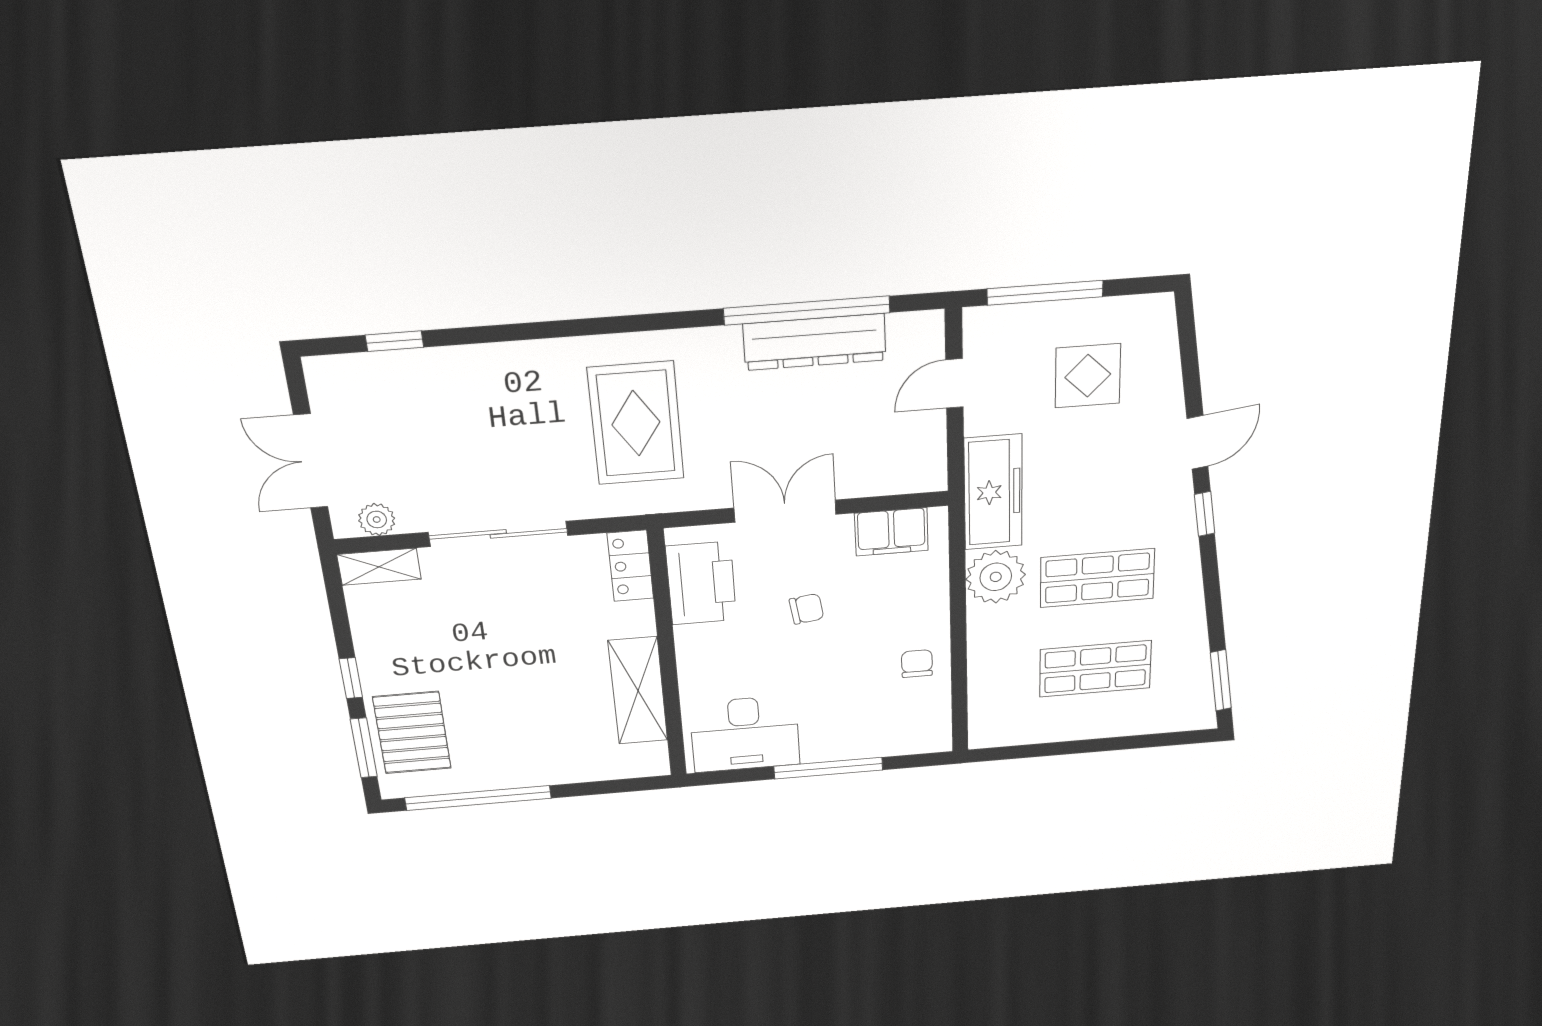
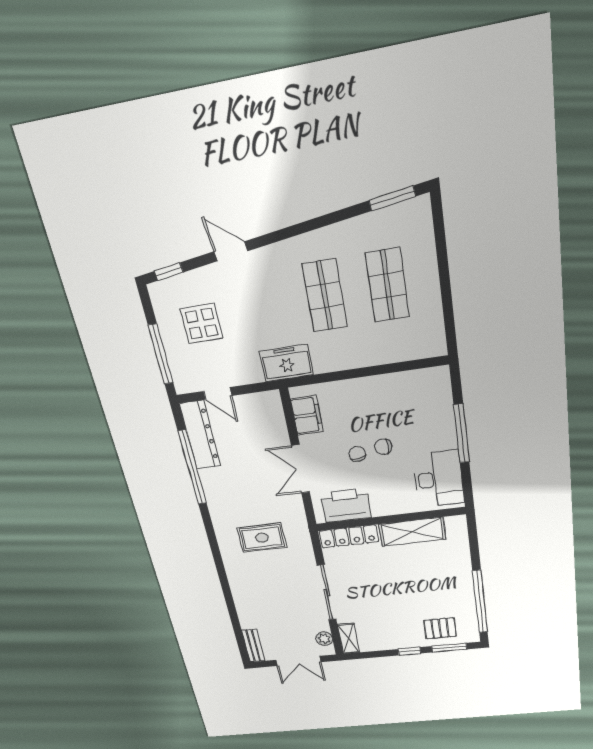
window: (394, 341) -> (238, 630), removed
dresser: (815, 342) -> (200, 435), moved
bench: (350, 370) -> (253, 646), added
rug: (636, 423) -> (262, 538), width x0.73, depth x0.70
freezer: (993, 492) -> (286, 363), width x0.71
window: (1205, 514) -> (169, 272), moved
locker: (630, 566) -> (349, 536), width x1.53
plant: (996, 577) -> (329, 356), removed
chair: (917, 664) -> (383, 447), moved
pallet: (412, 733) -> (440, 628), width x0.67, depth x0.71

